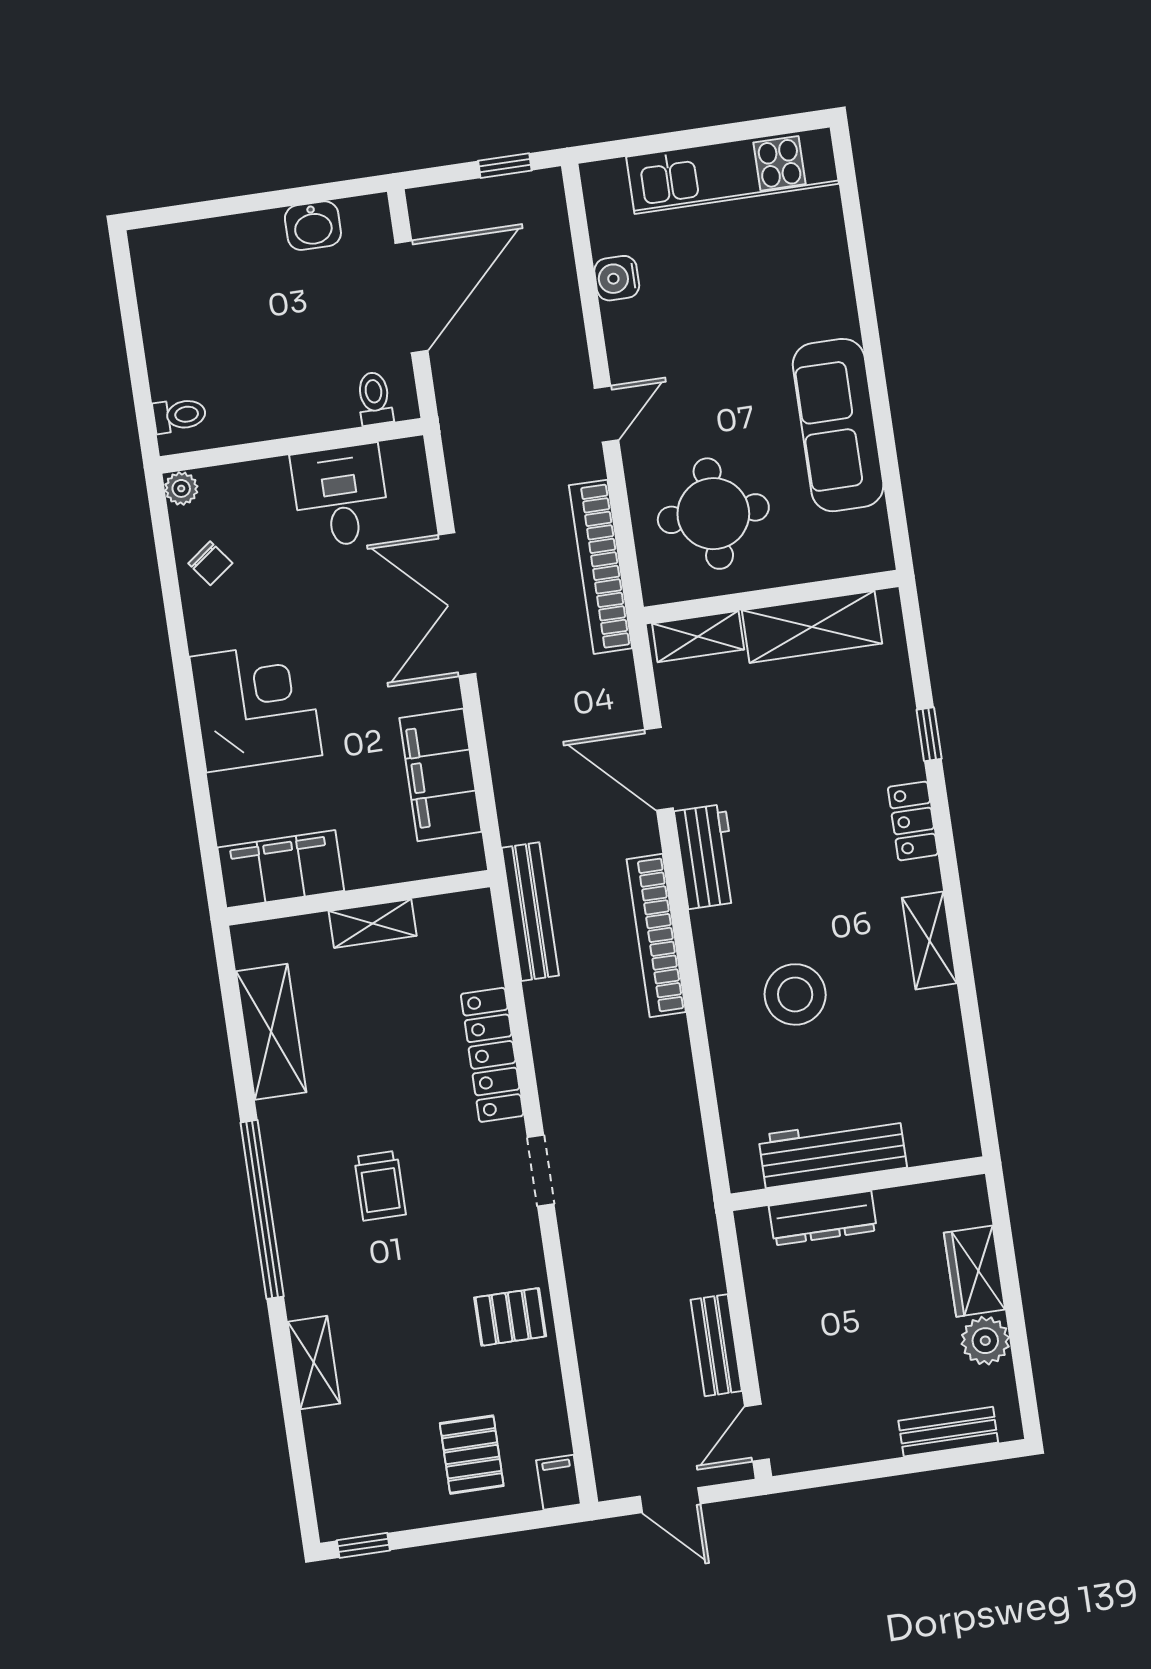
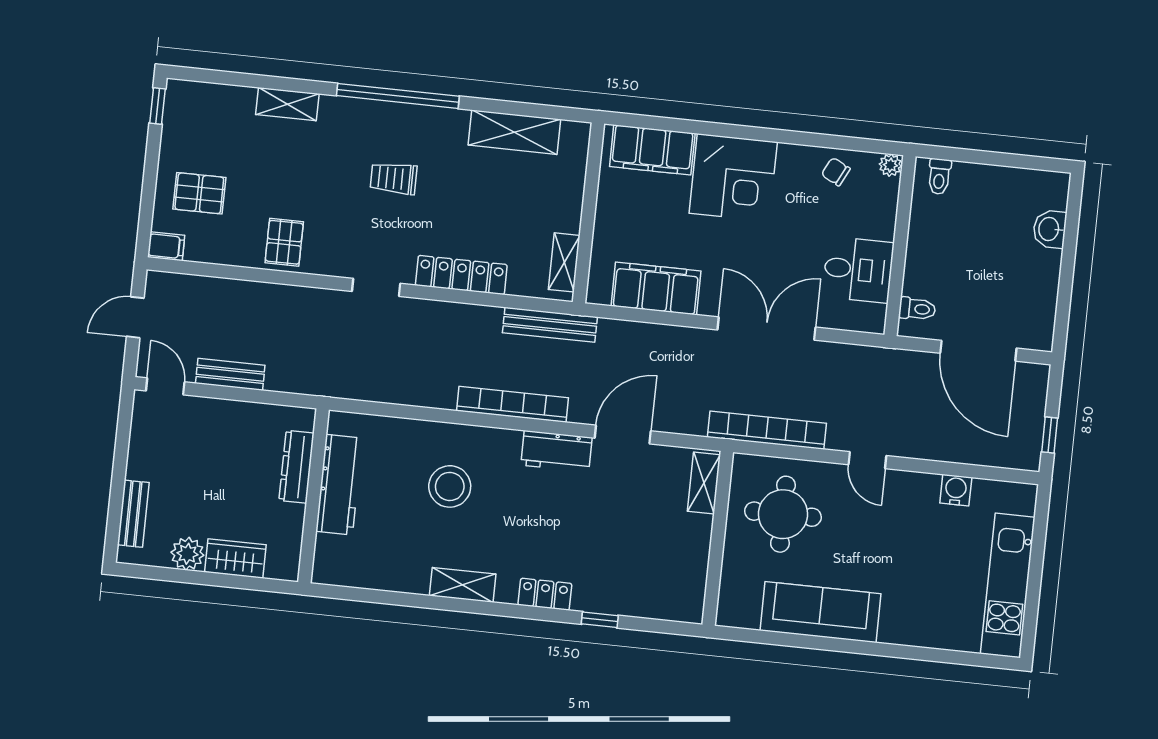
washbasin: (313, 226) -> (1050, 229), moved
chair: (210, 563) -> (836, 172), turned 64
shelving: (812, 627) -> (691, 560), removed
filing cabinet: (281, 869) -> (652, 150), moved, turned 90
shelving: (373, 923) -> (564, 262), moved

